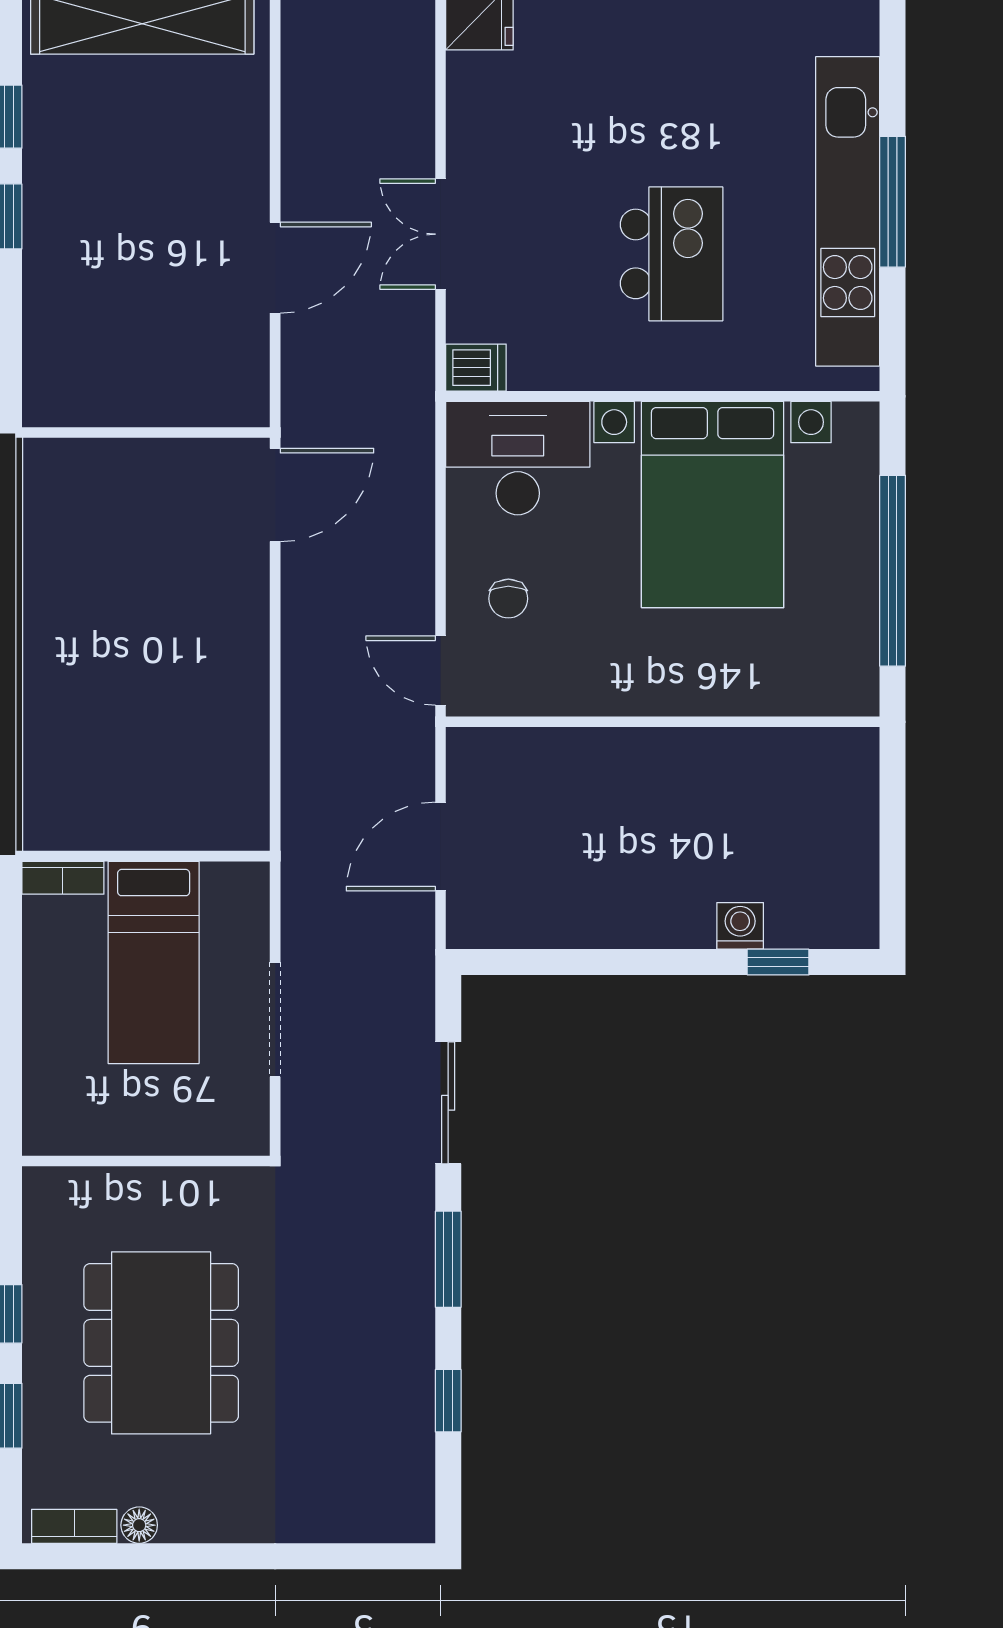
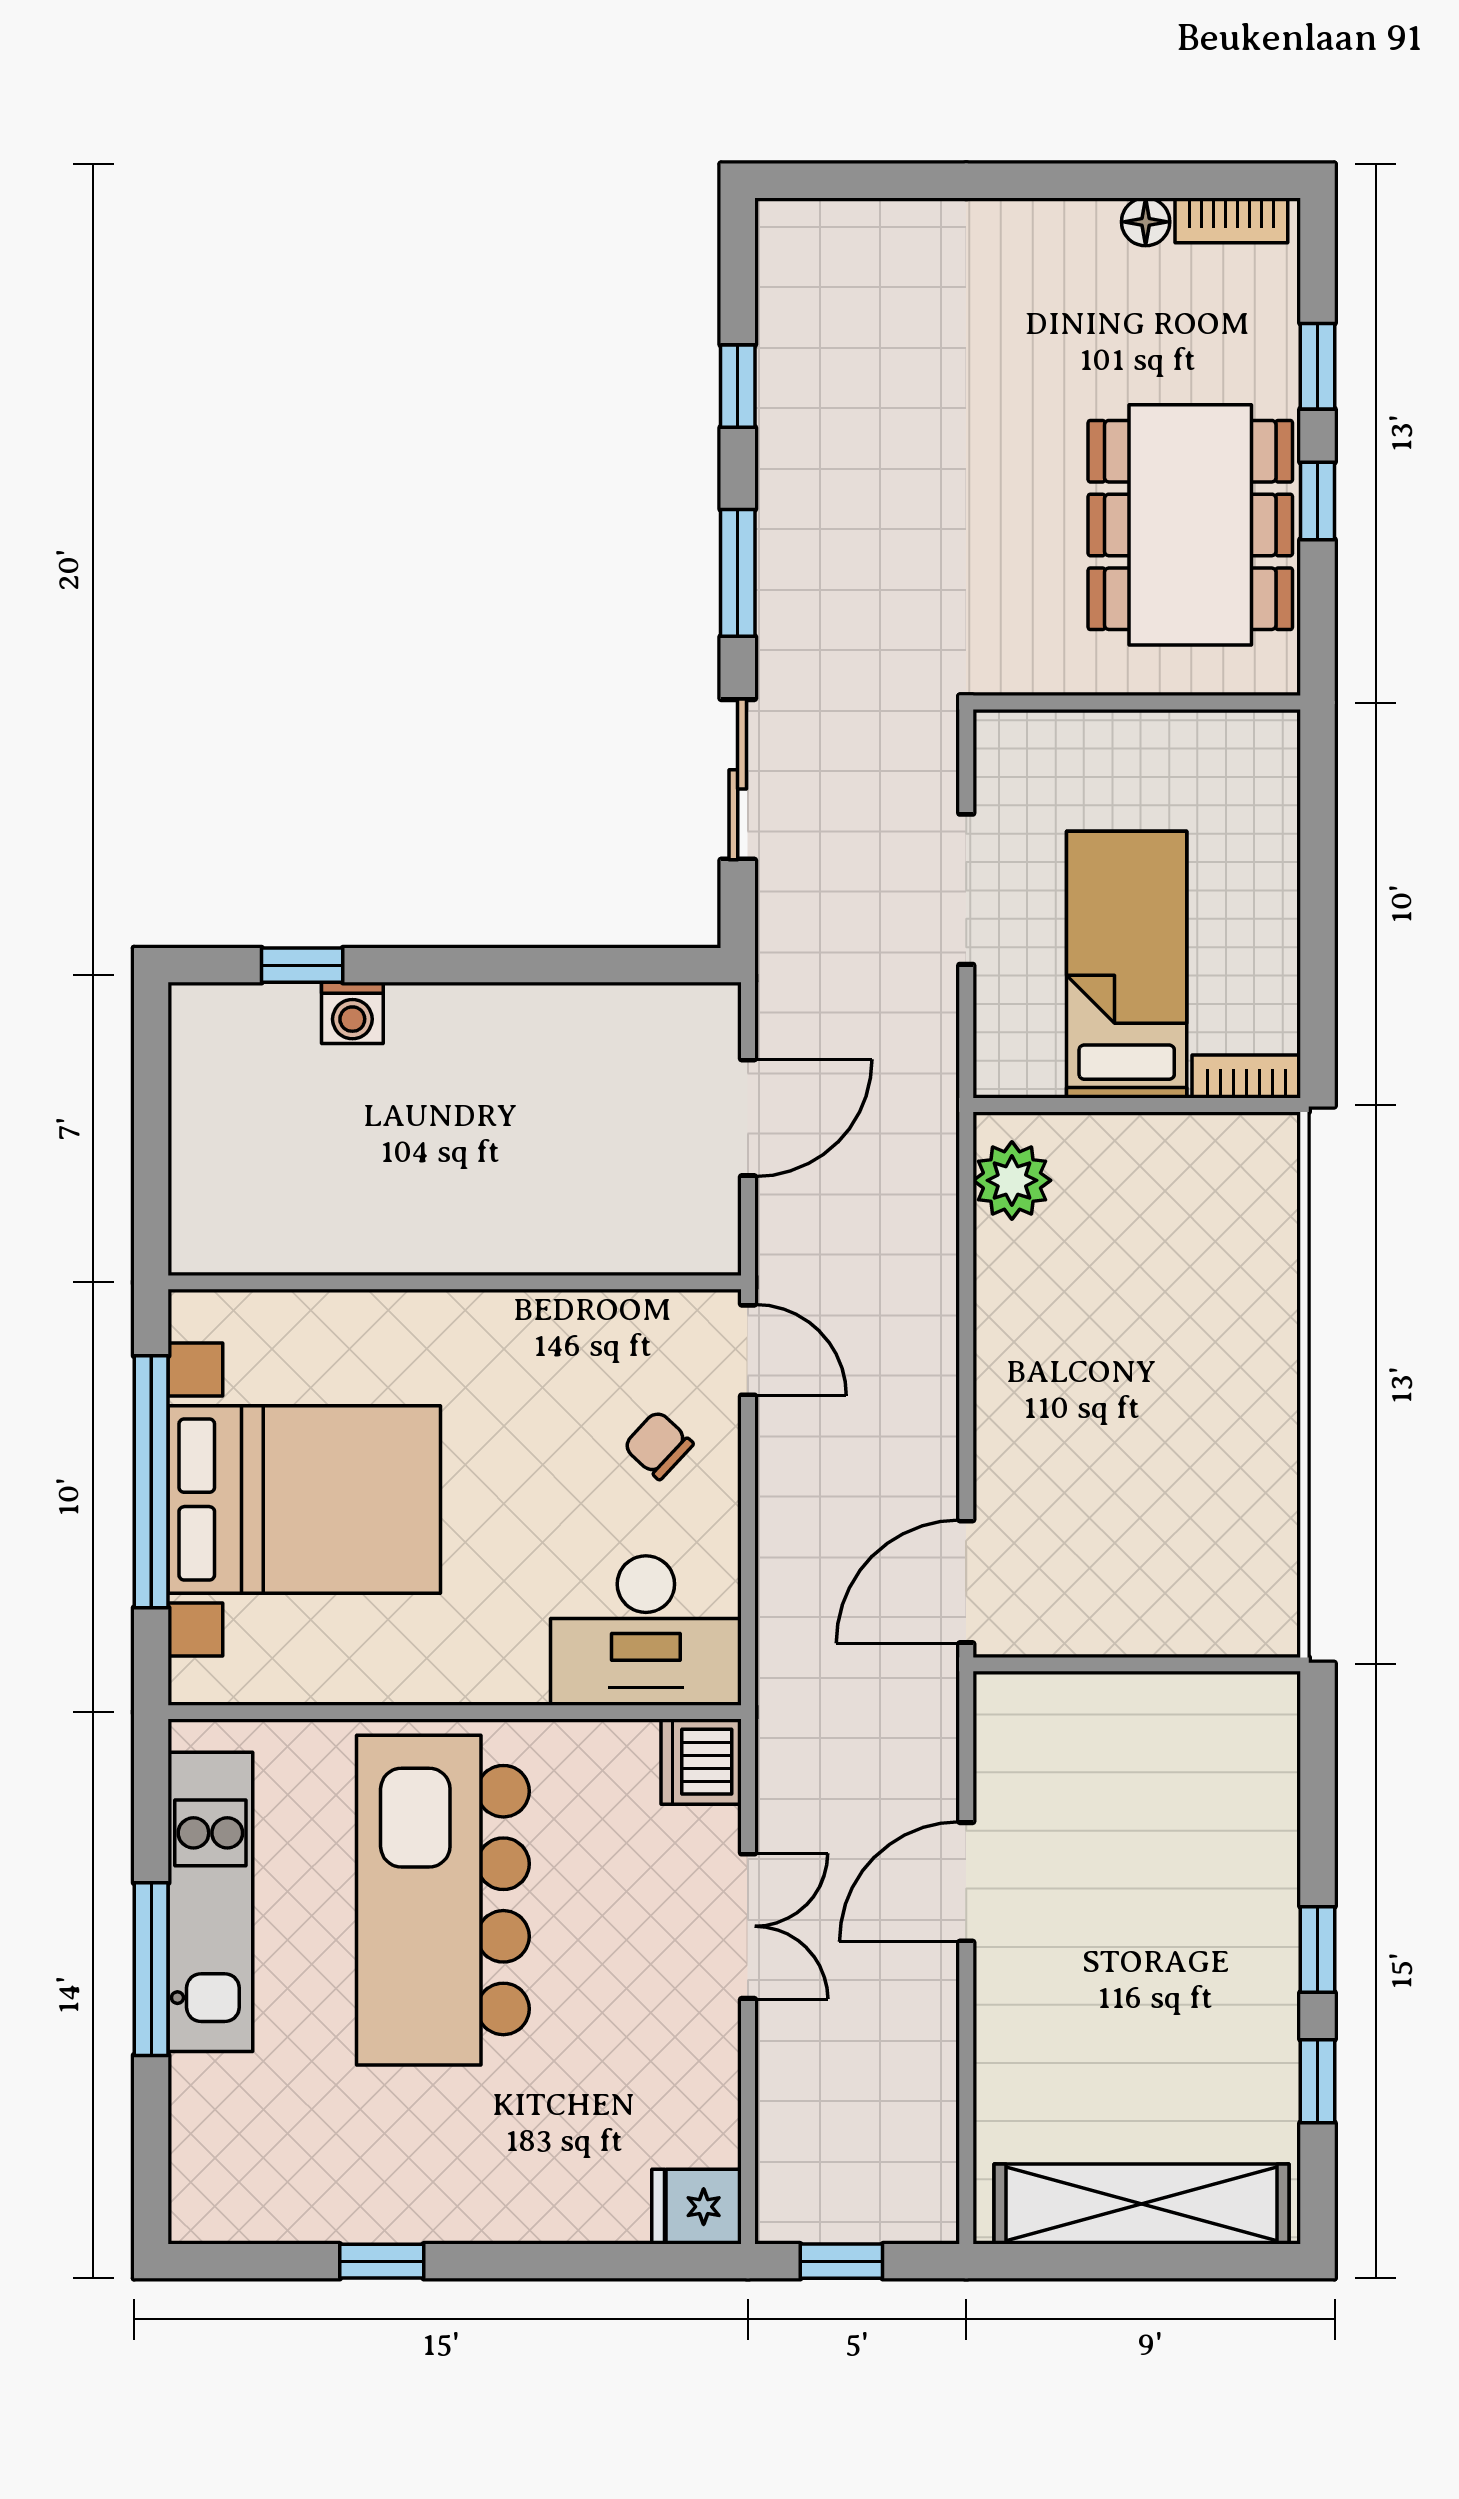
kitchen unit: (848, 211) -> (210, 1902), width x0.73
kitchen island: (672, 254) -> (443, 1900), width x1.87, depth x1.28
dishwasher: (476, 368) -> (701, 1762), width x1.38
bed with nightstands: (713, 505) -> (304, 1499), moved, turned 90
chair: (508, 599) -> (658, 1445), turned -47
plant: (240, 799) -> (1012, 1180), added
dining table: (161, 1343) -> (1190, 525), moved

